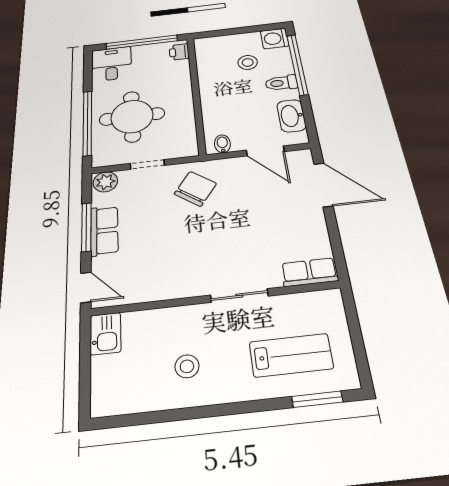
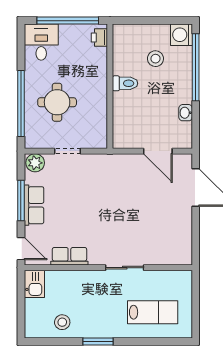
toilet: (281, 83) -> (125, 83), moved, turned 180
round table: (132, 116) -> (57, 102), width x0.73, depth x0.73
washbasin: (291, 116) -> (186, 113), width x0.52, depth x0.69
bidet: (222, 144) -> (126, 140), removed
chair: (195, 189) -> (102, 178), removed
row of seats: (309, 272) -> (69, 256), moved
stool: (187, 366) -> (62, 322), moved
window: (317, 399) -> (98, 342), moved

